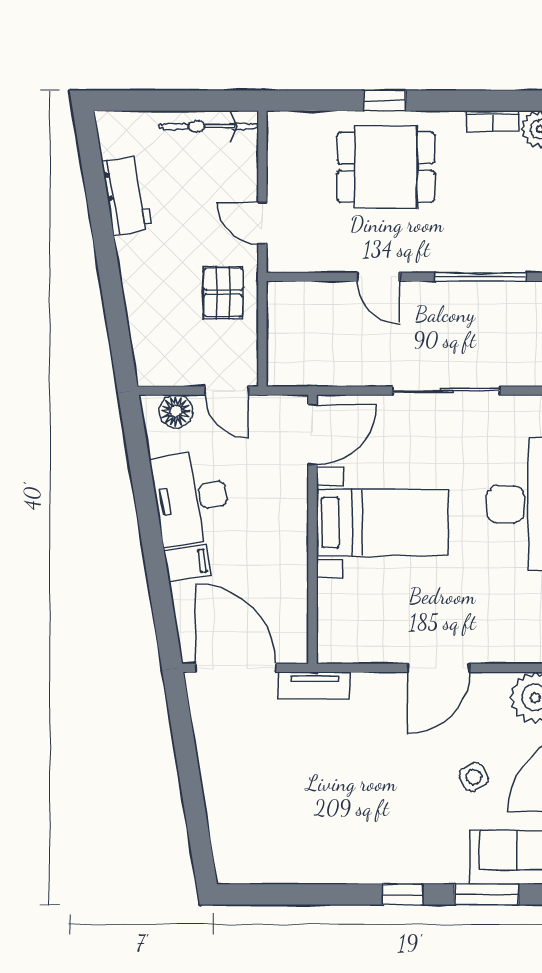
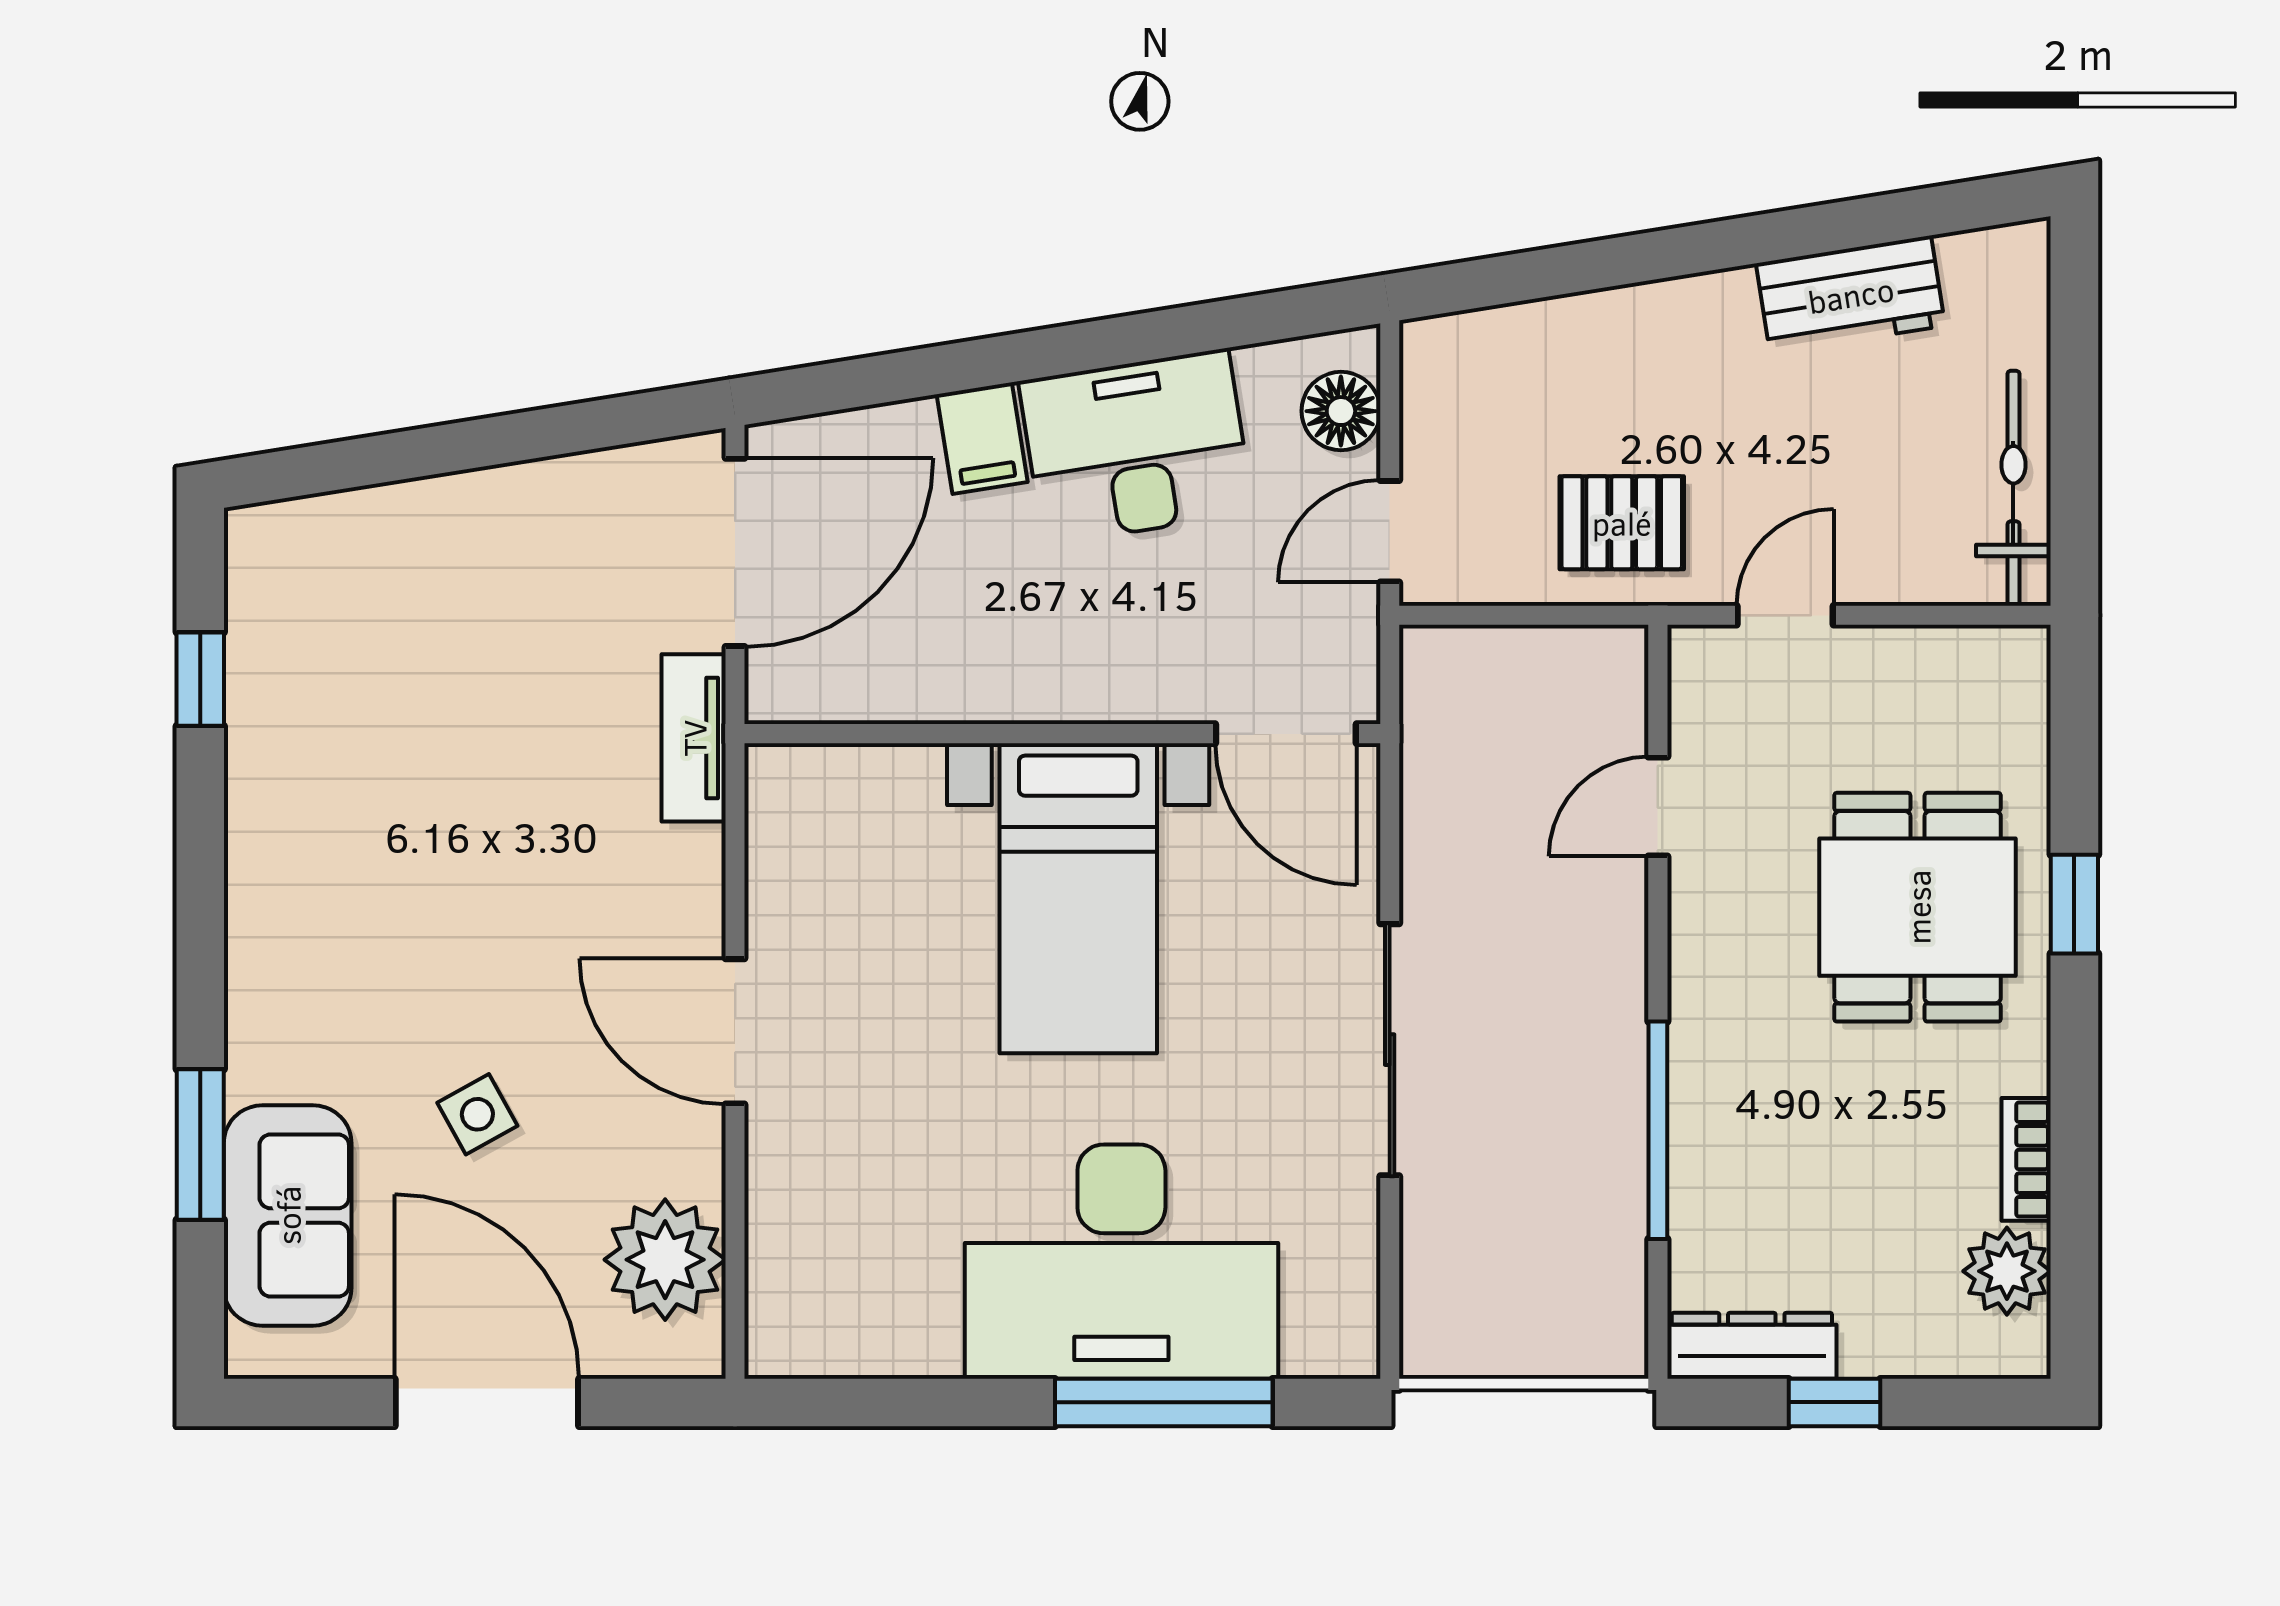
door: (379, 277) -> (1658, 807), moved
window: (403, 894) -> (200, 679), moved

